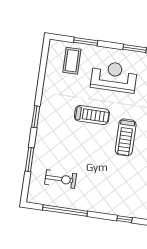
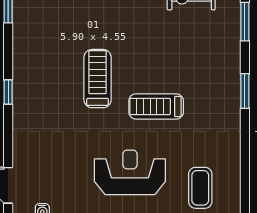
reception desk: (114, 77) -> (130, 172), turned 180

